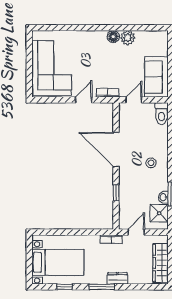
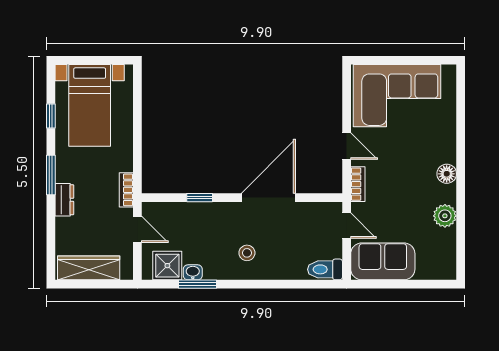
floor lamp: (113, 37) -> (447, 174), moved

